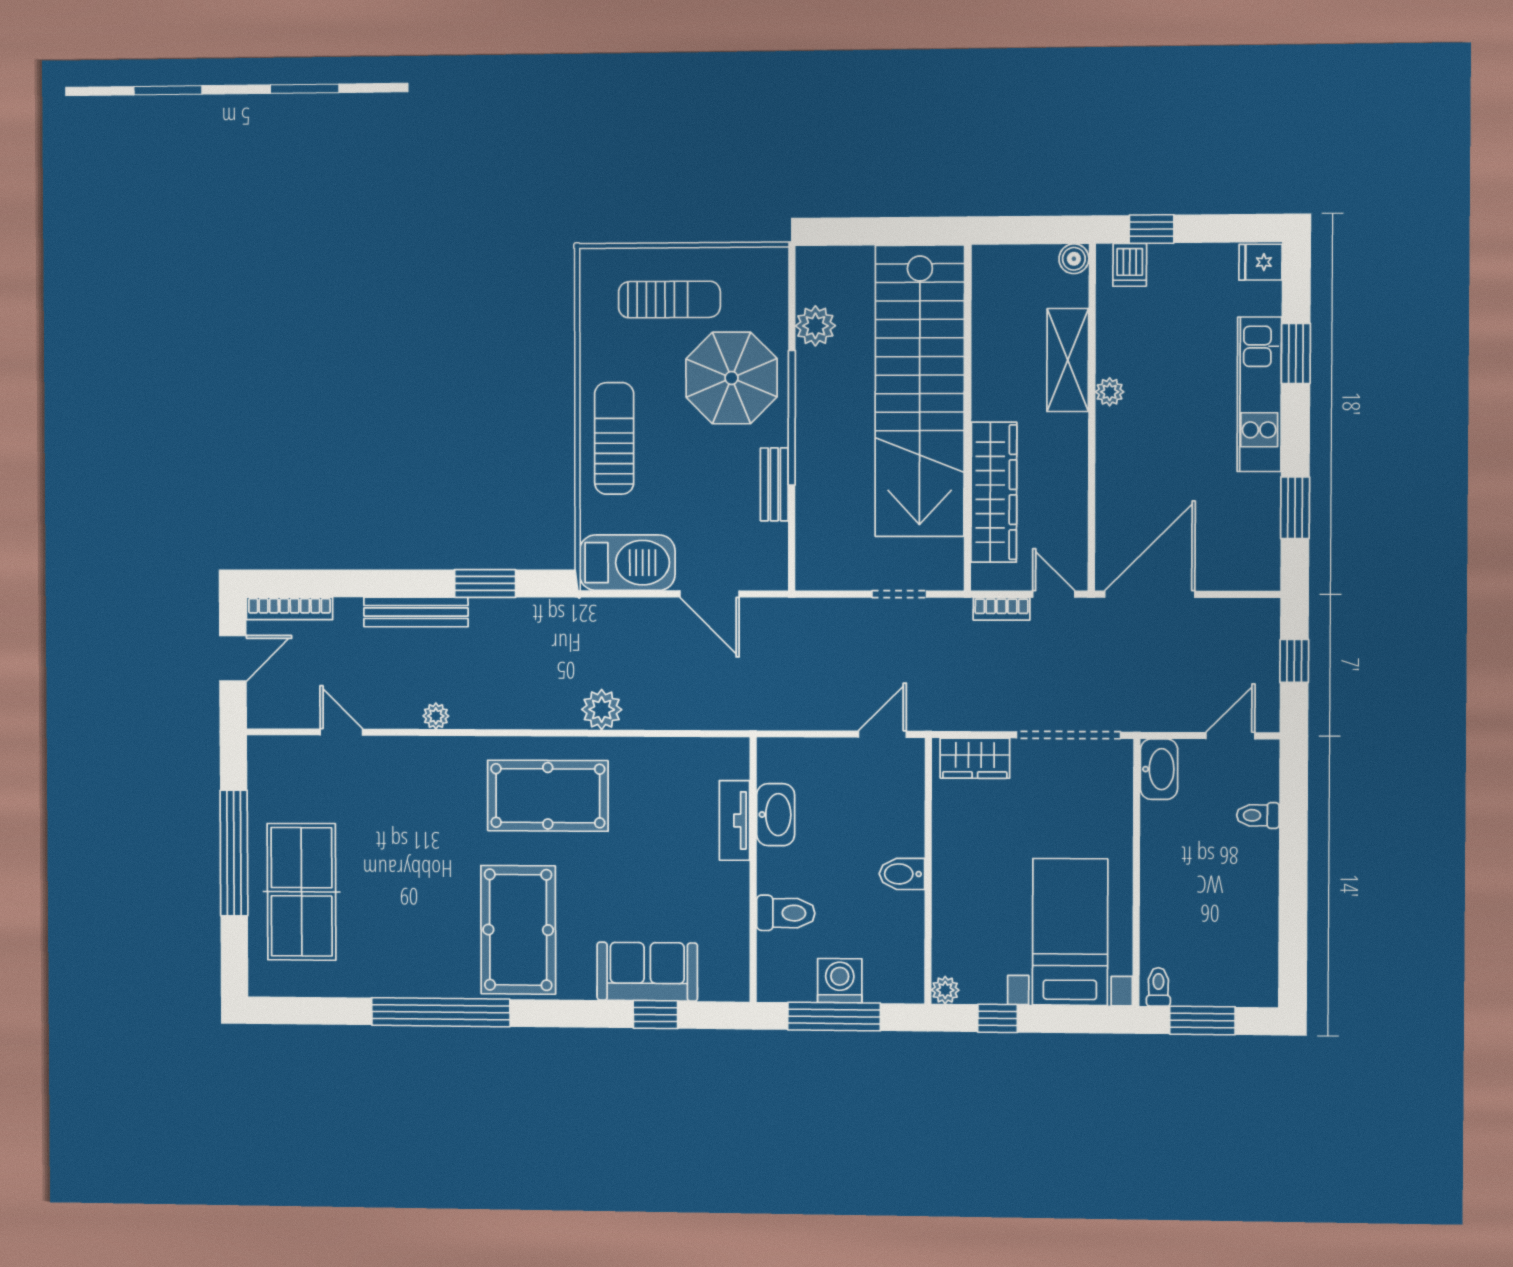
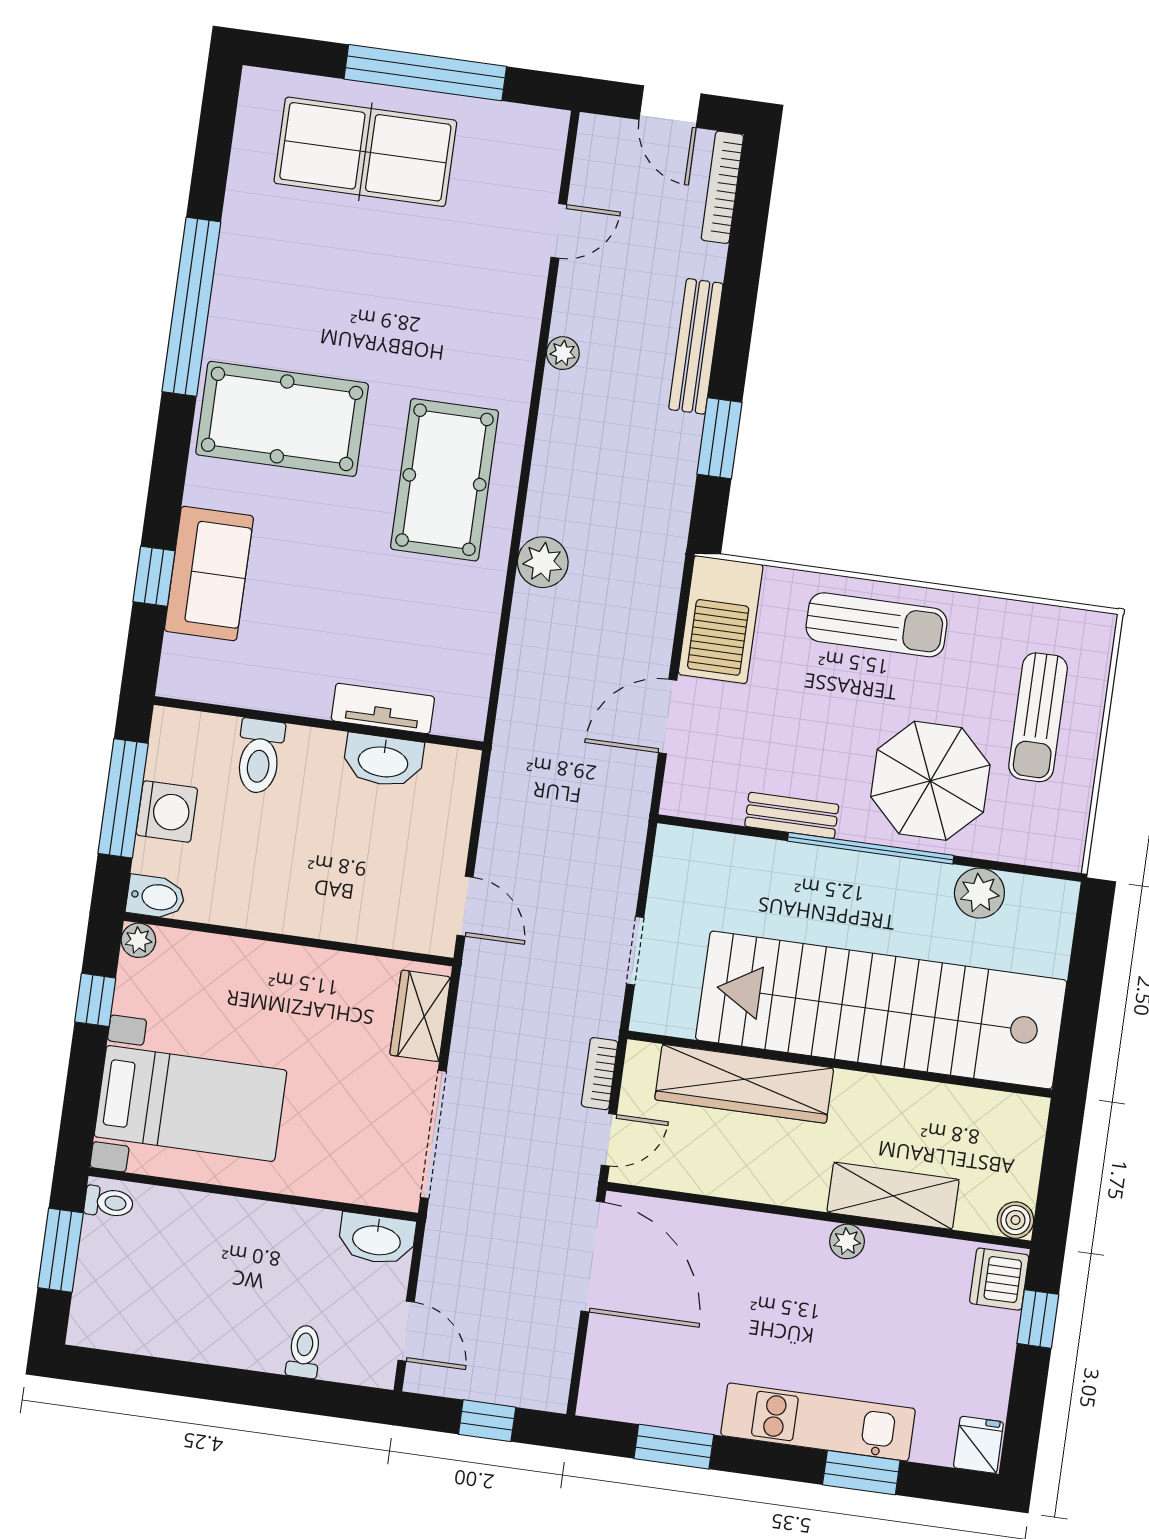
dishwasher: (1130, 265) -> (999, 1279), width x1.38
bidet: (902, 874) -> (156, 897), moved, turned 90

